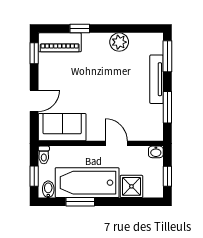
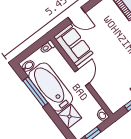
door: (116, 143) -> (82, 77), moved
window: (34, 176) -> (29, 51), removed
window: (80, 202) -> (35, 92), width x1.44

